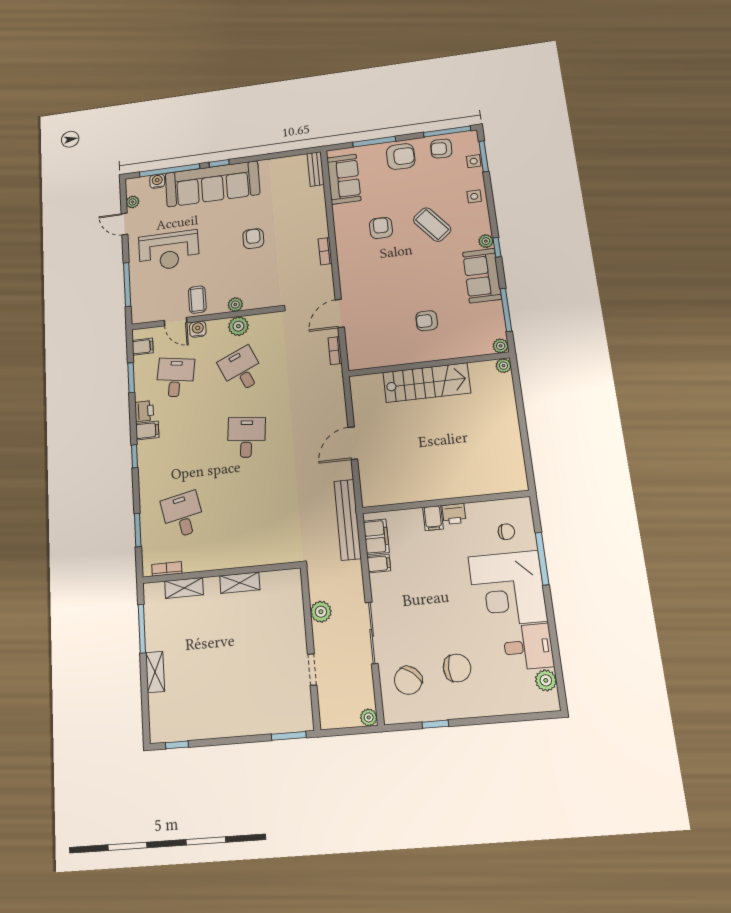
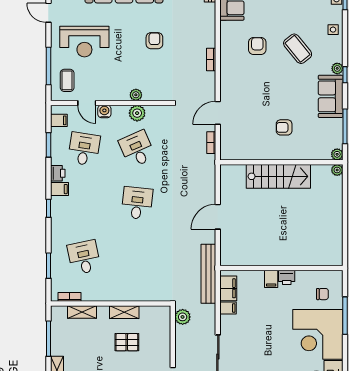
coffee table: (197, 300) -> (67, 80), moved
plant: (321, 612) -> (183, 317), moved
pallet: (246, 624) -> (127, 342), added

